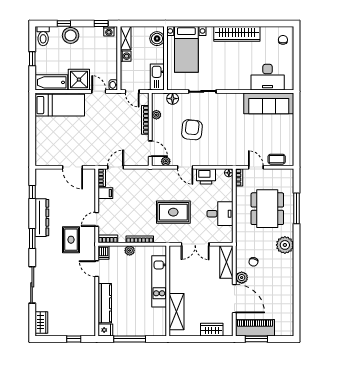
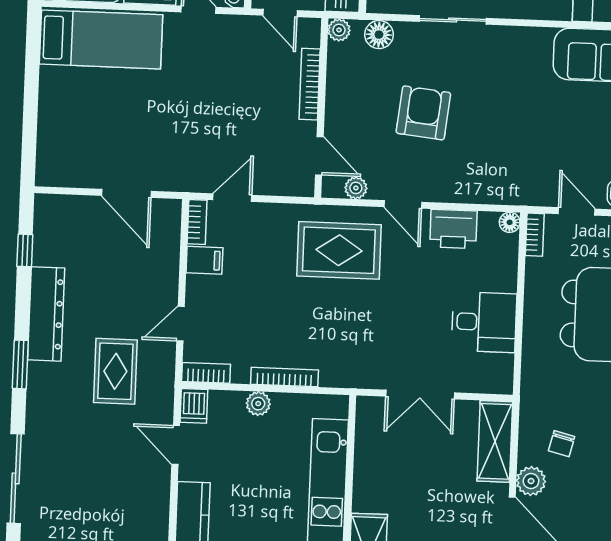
plant: (156, 115) -> (339, 30), moved
rug: (173, 212) -> (339, 250), moved

